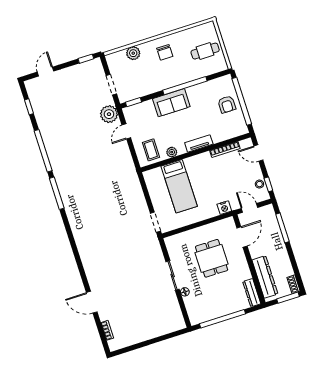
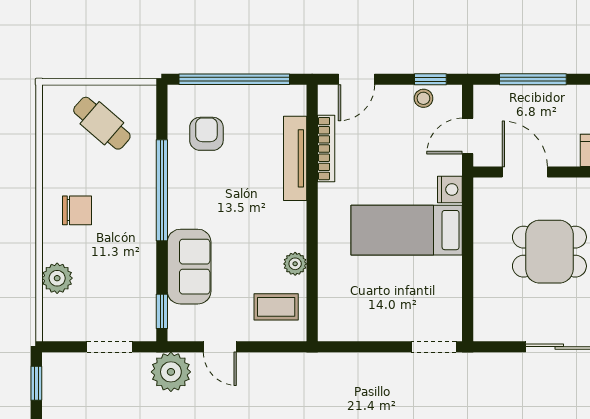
cafe table: (205, 51) -> (102, 123), turned -49
sofa: (171, 103) -> (189, 267), moved
armchair: (227, 104) -> (206, 134), moved, turned -90
tv unit: (199, 143) -> (295, 158), moved, width x1.41
bed: (179, 186) -> (407, 230), moved, turned 180

